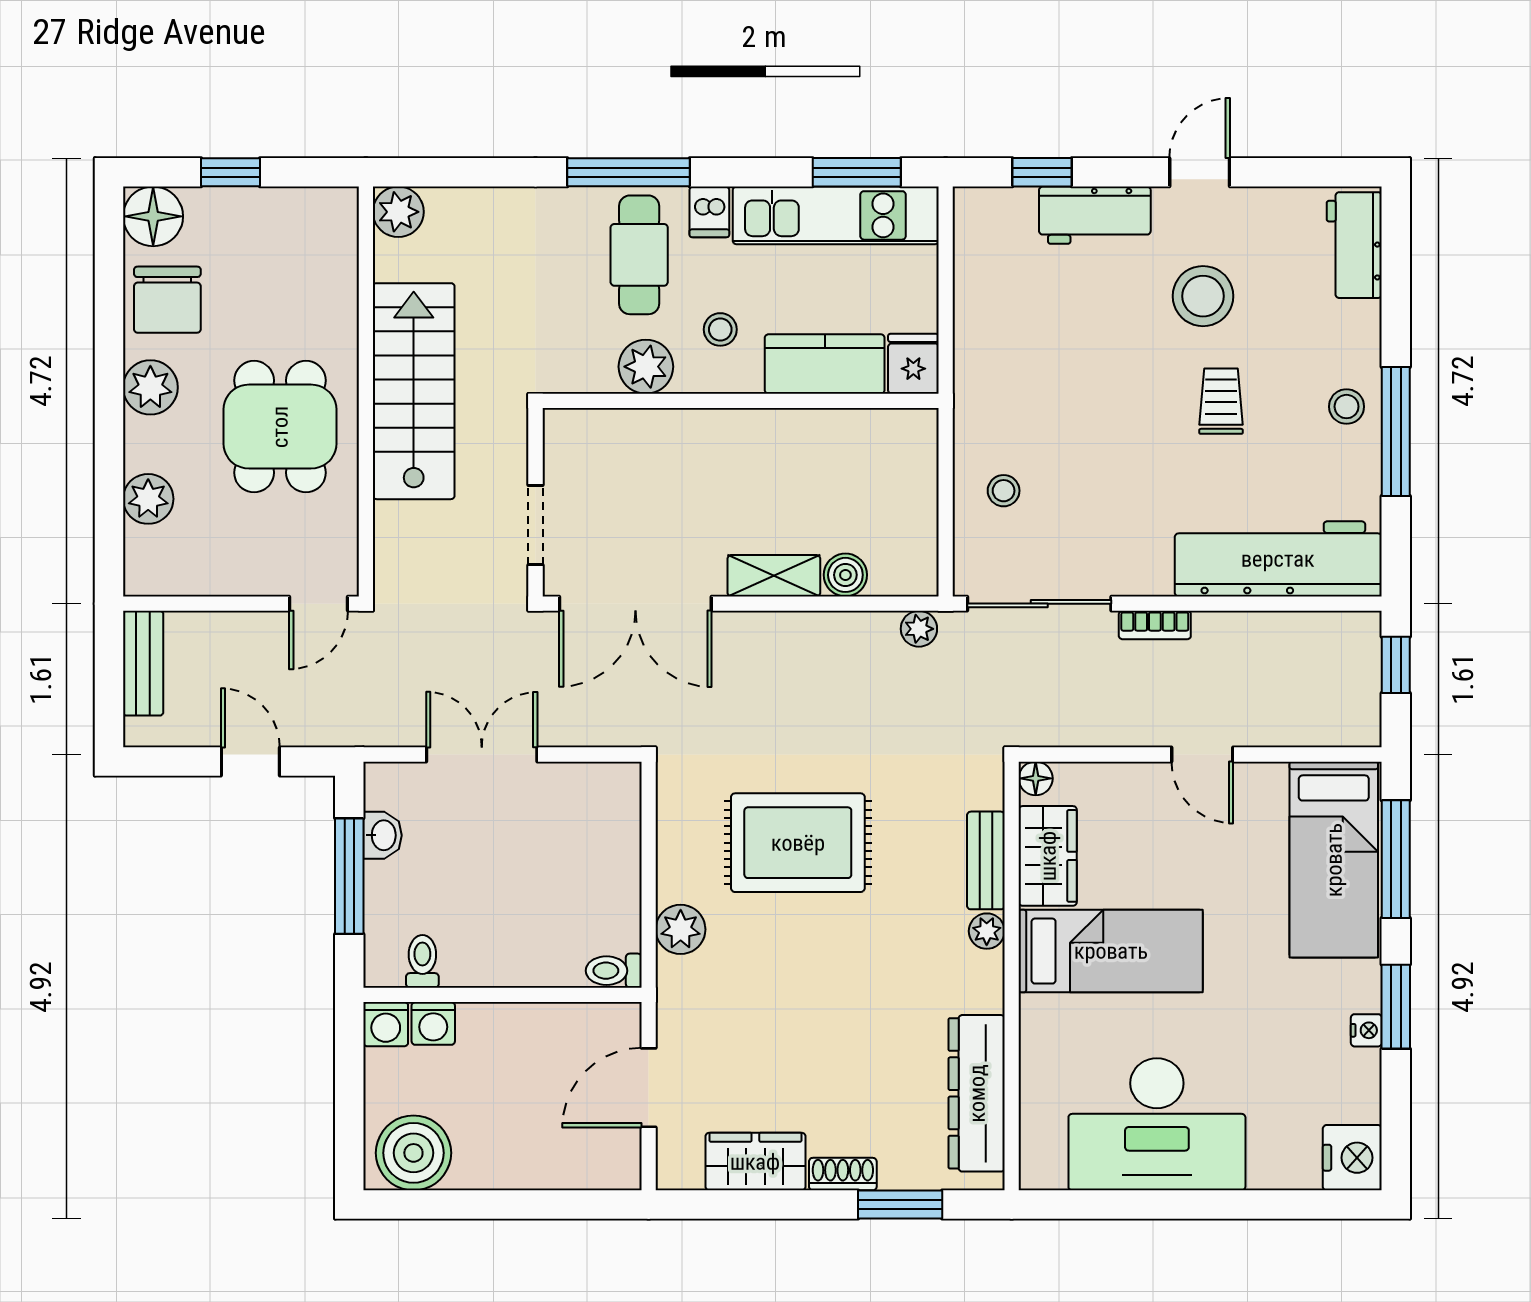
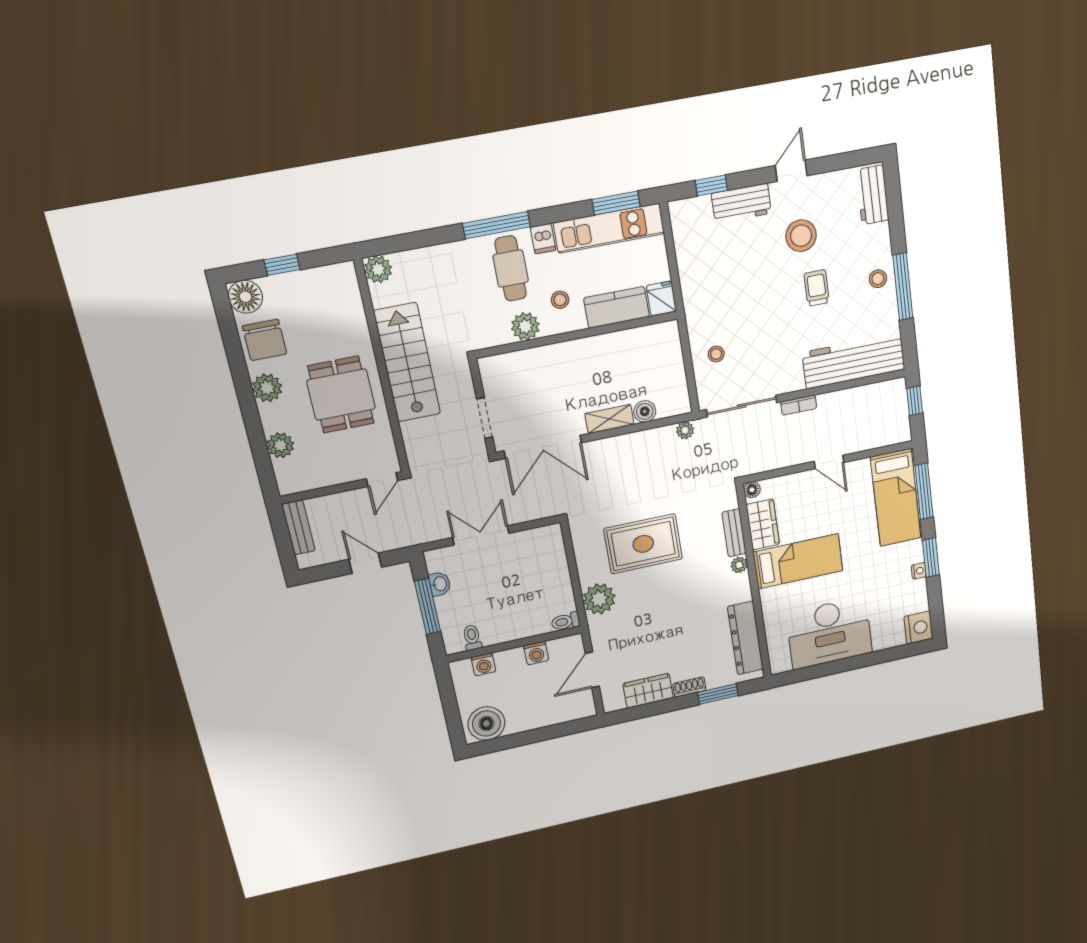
plant: (681, 929) -> (599, 599), width x1.36, depth x1.36
washing machine: (386, 1024) -> (536, 653), moved

